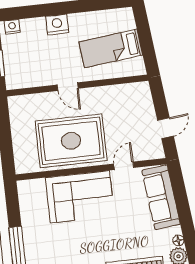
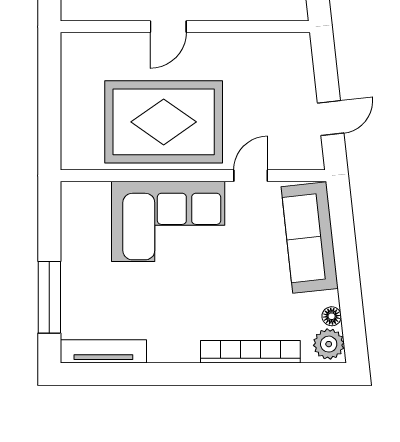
door: (68, 87) -> (168, 27), hinge flipped

